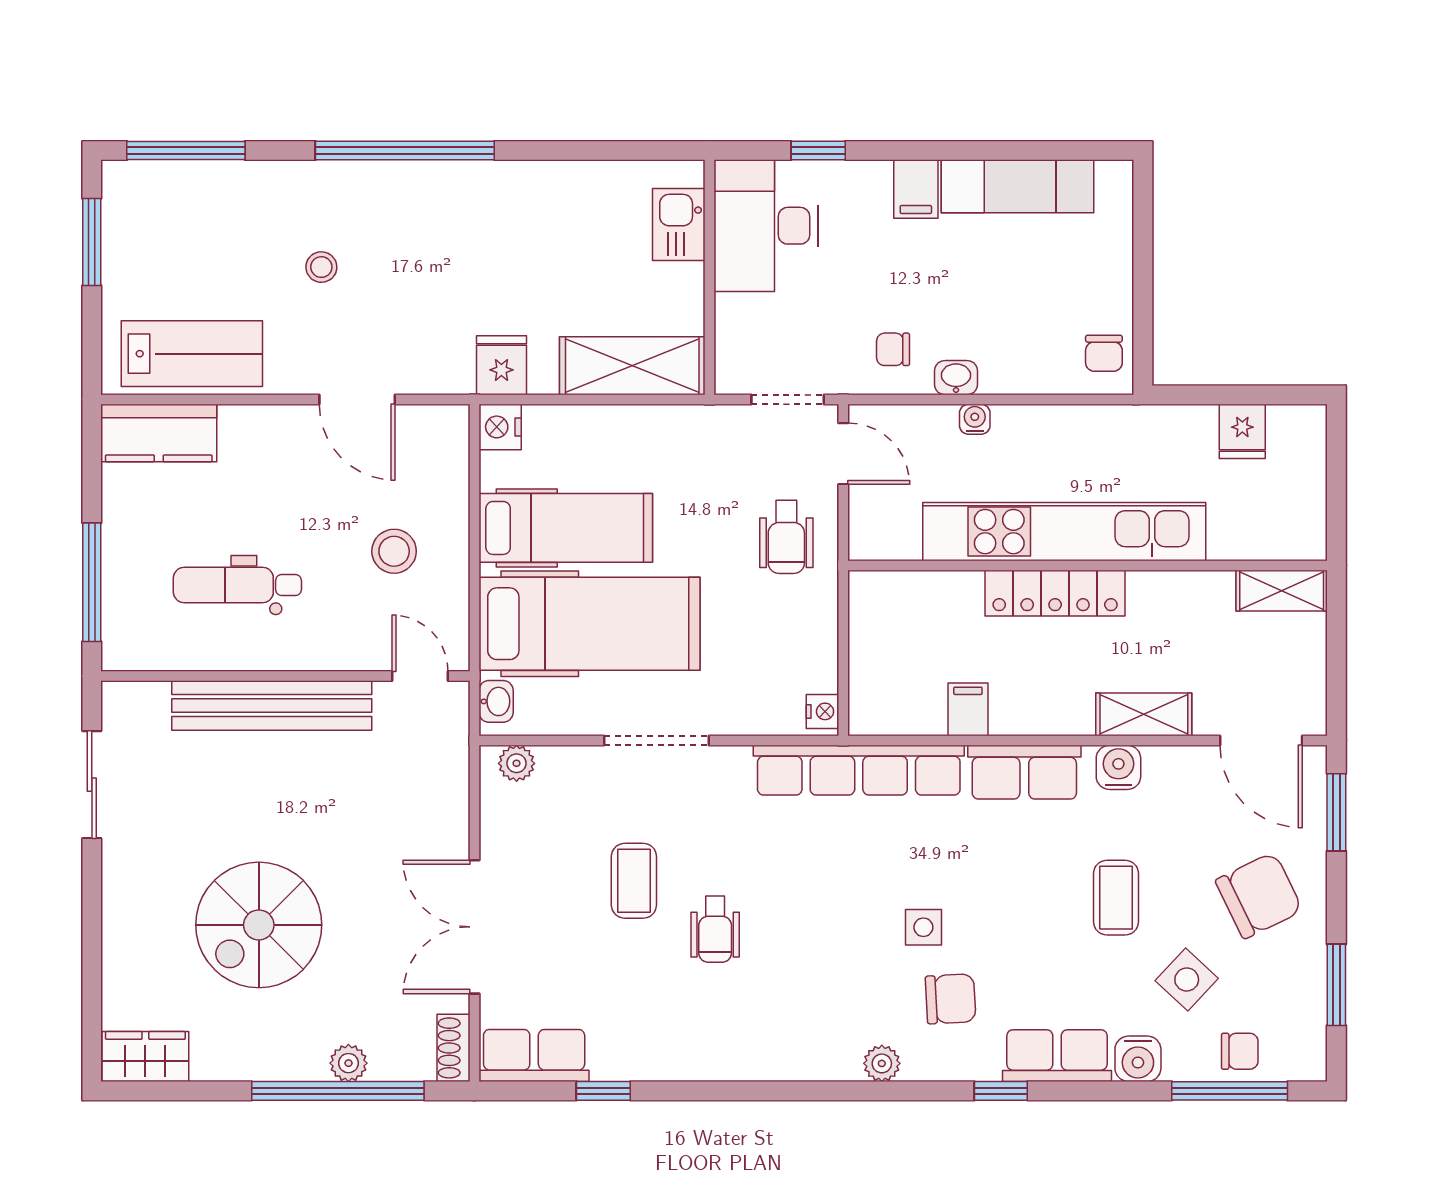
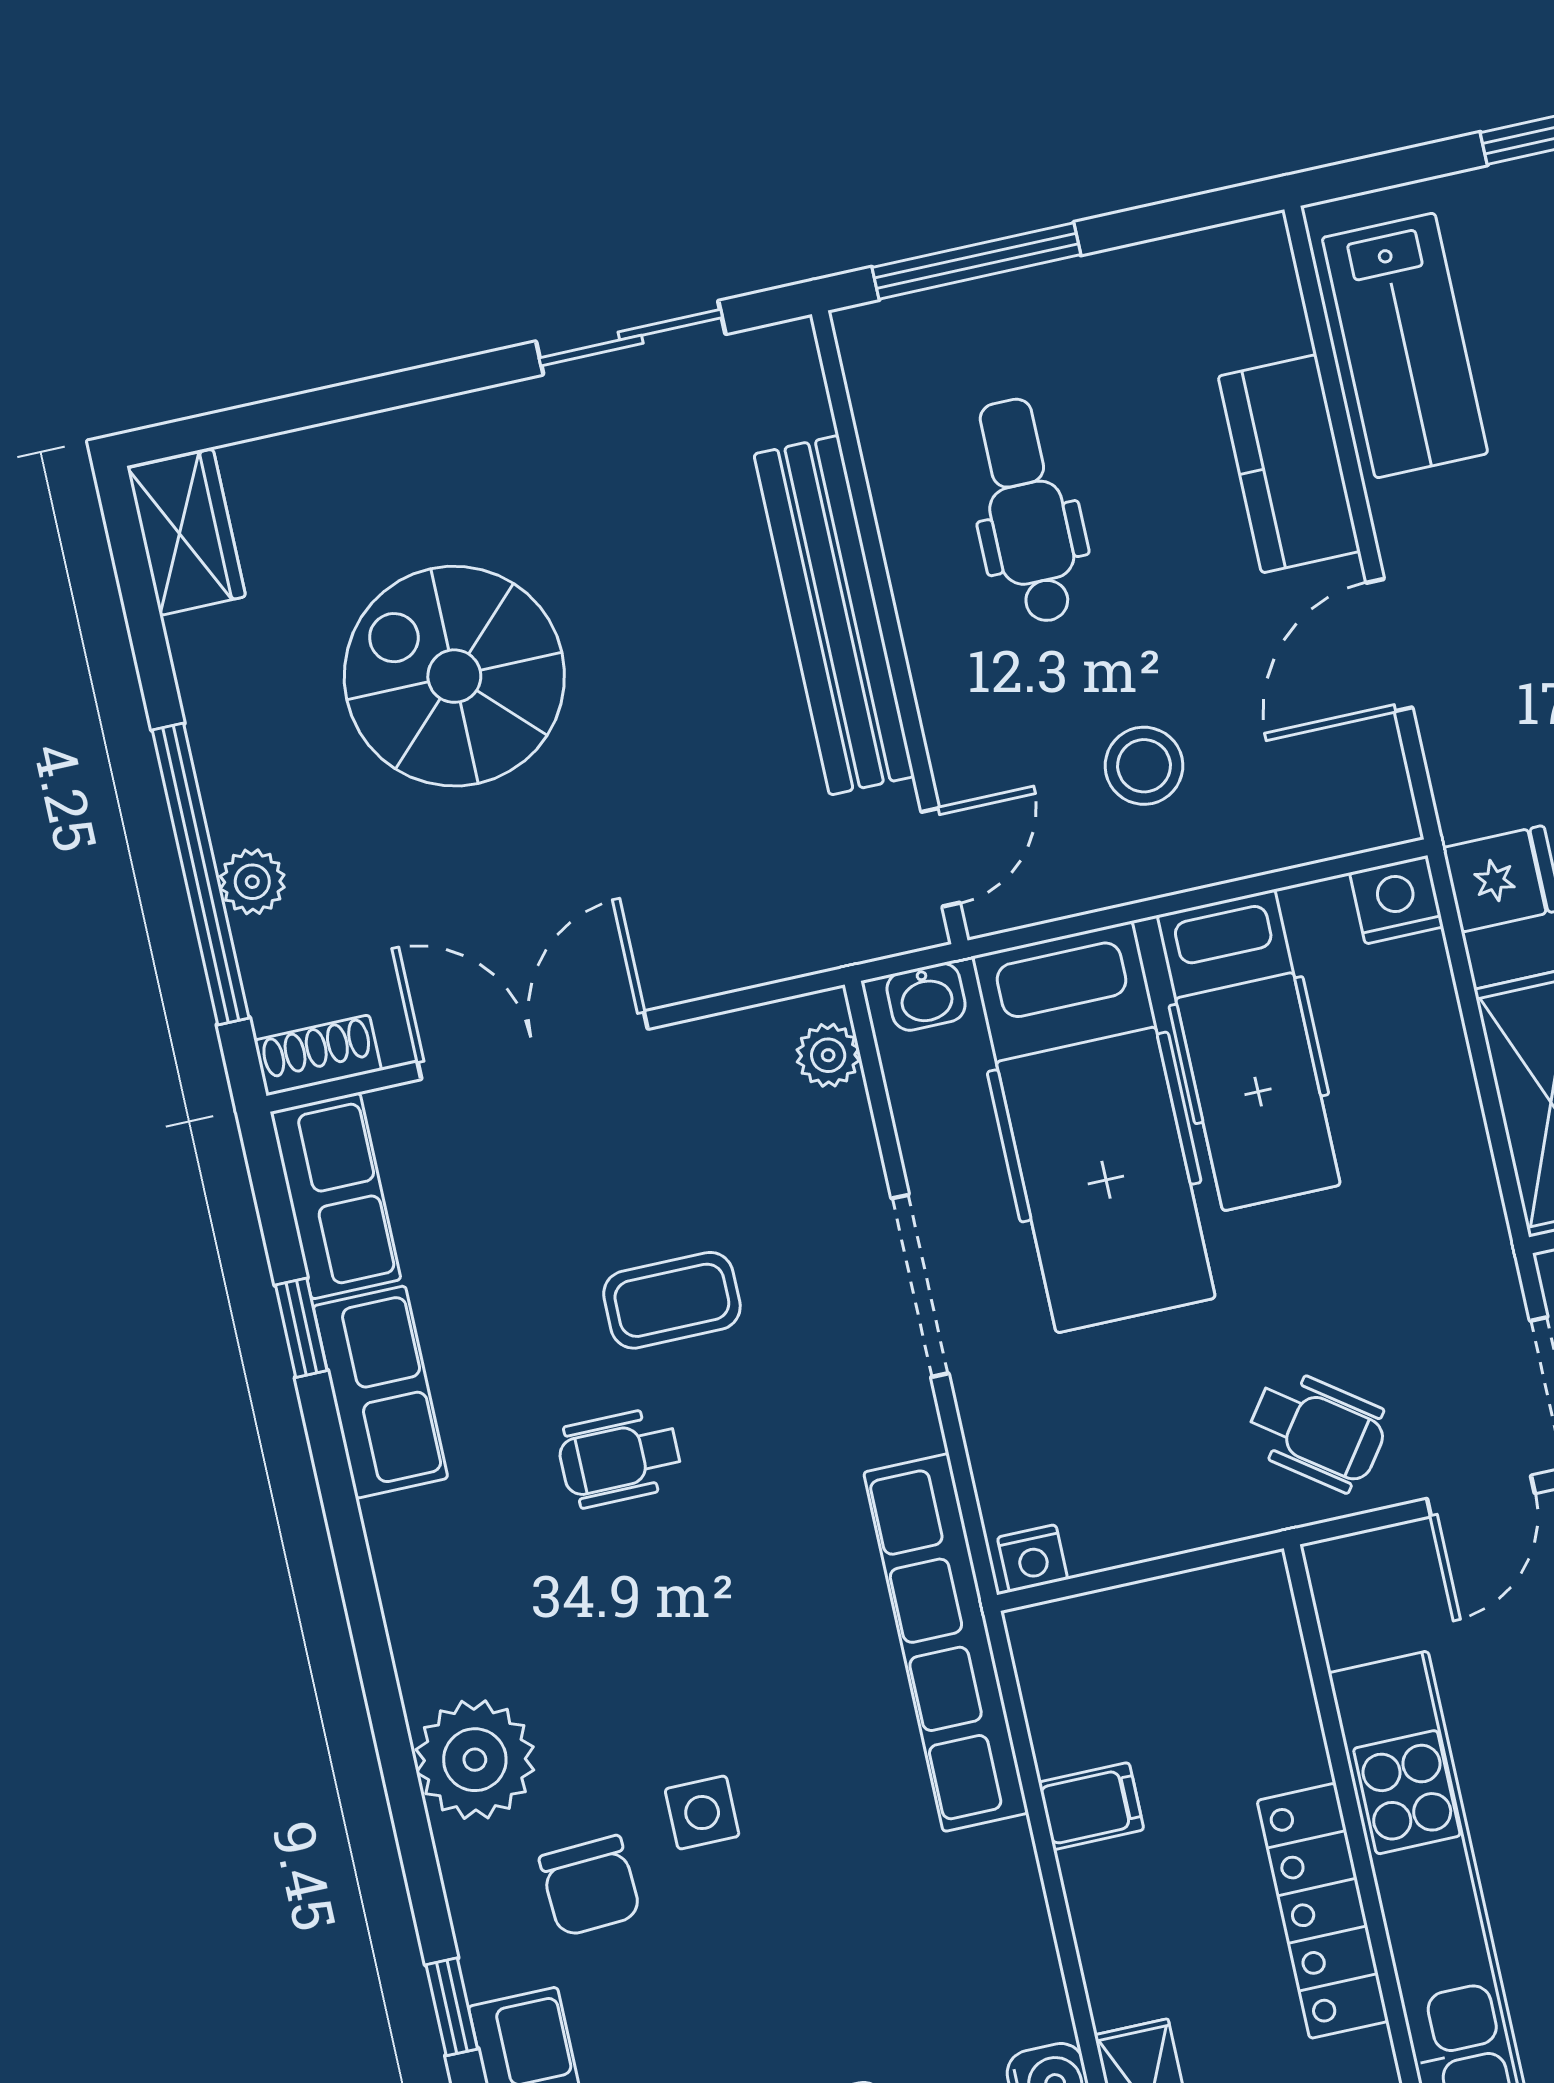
kitchen counter: (159, 433) -> (1289, 464), moved
wheelchair: (786, 537) -> (1317, 1431), turned -144
row of seats: (1024, 772) -> (380, 1392), moved, turned 180
plant: (882, 1063) -> (475, 1760), width x1.88, depth x1.88

